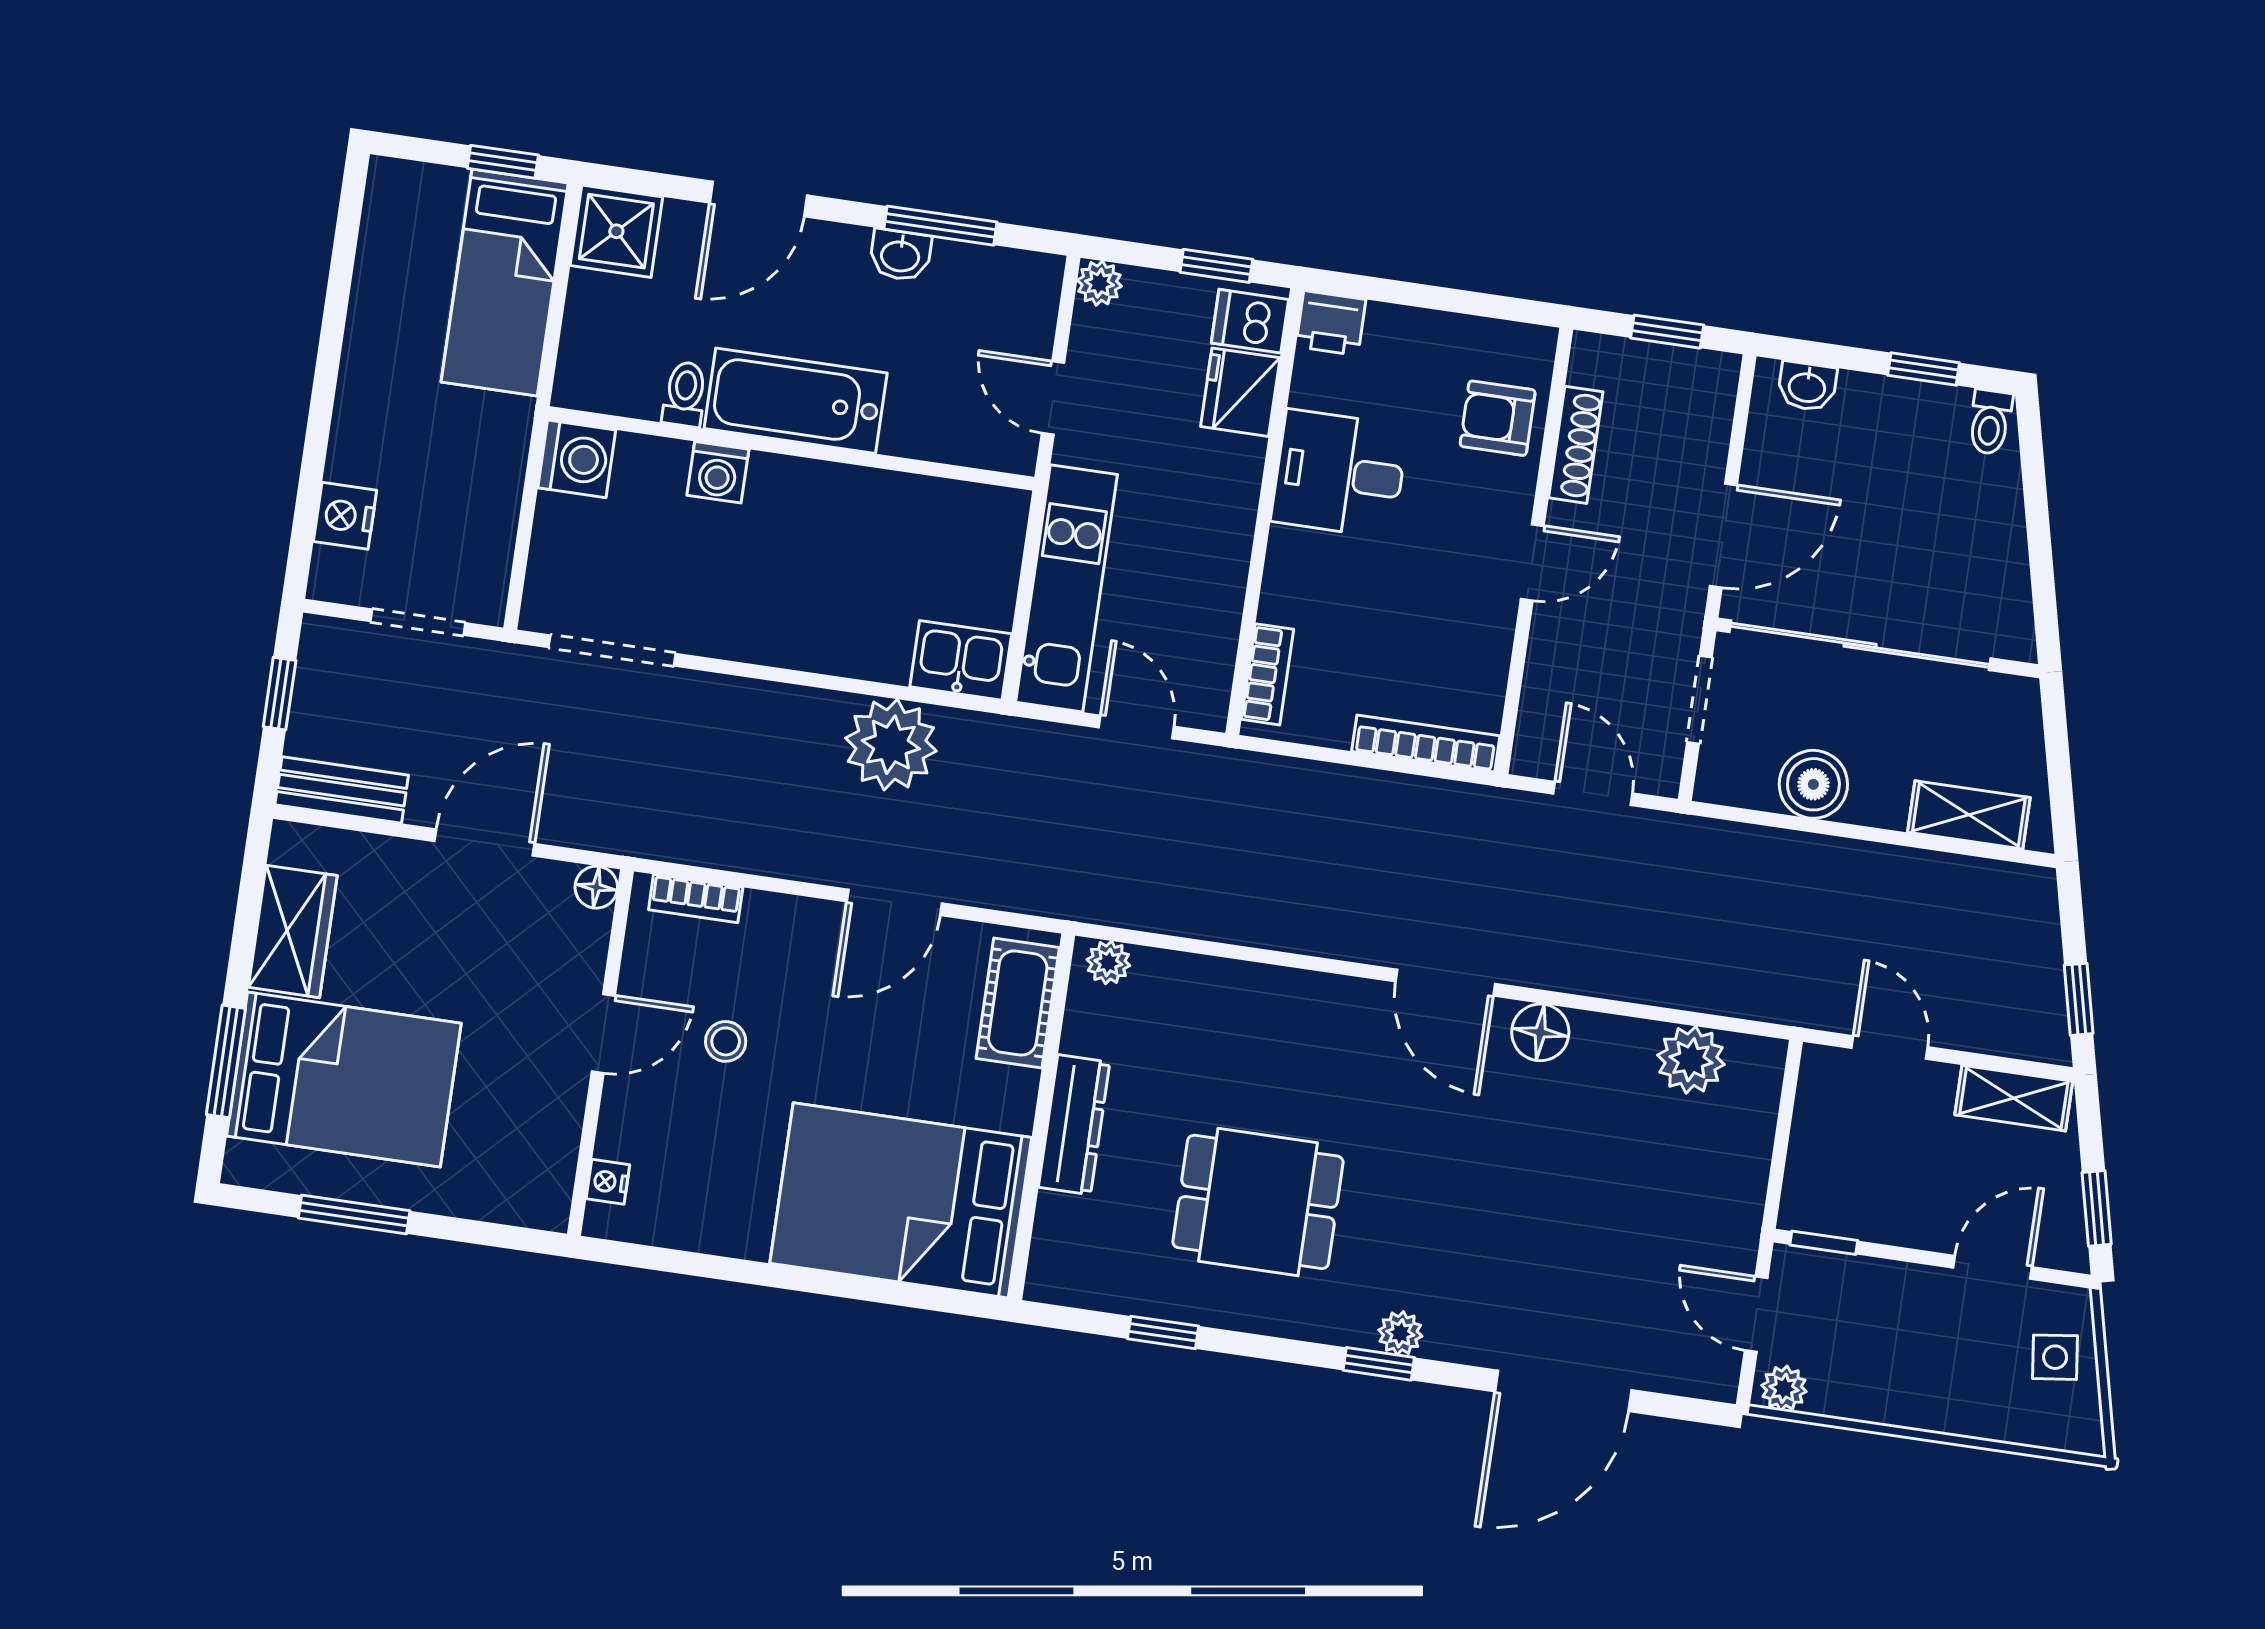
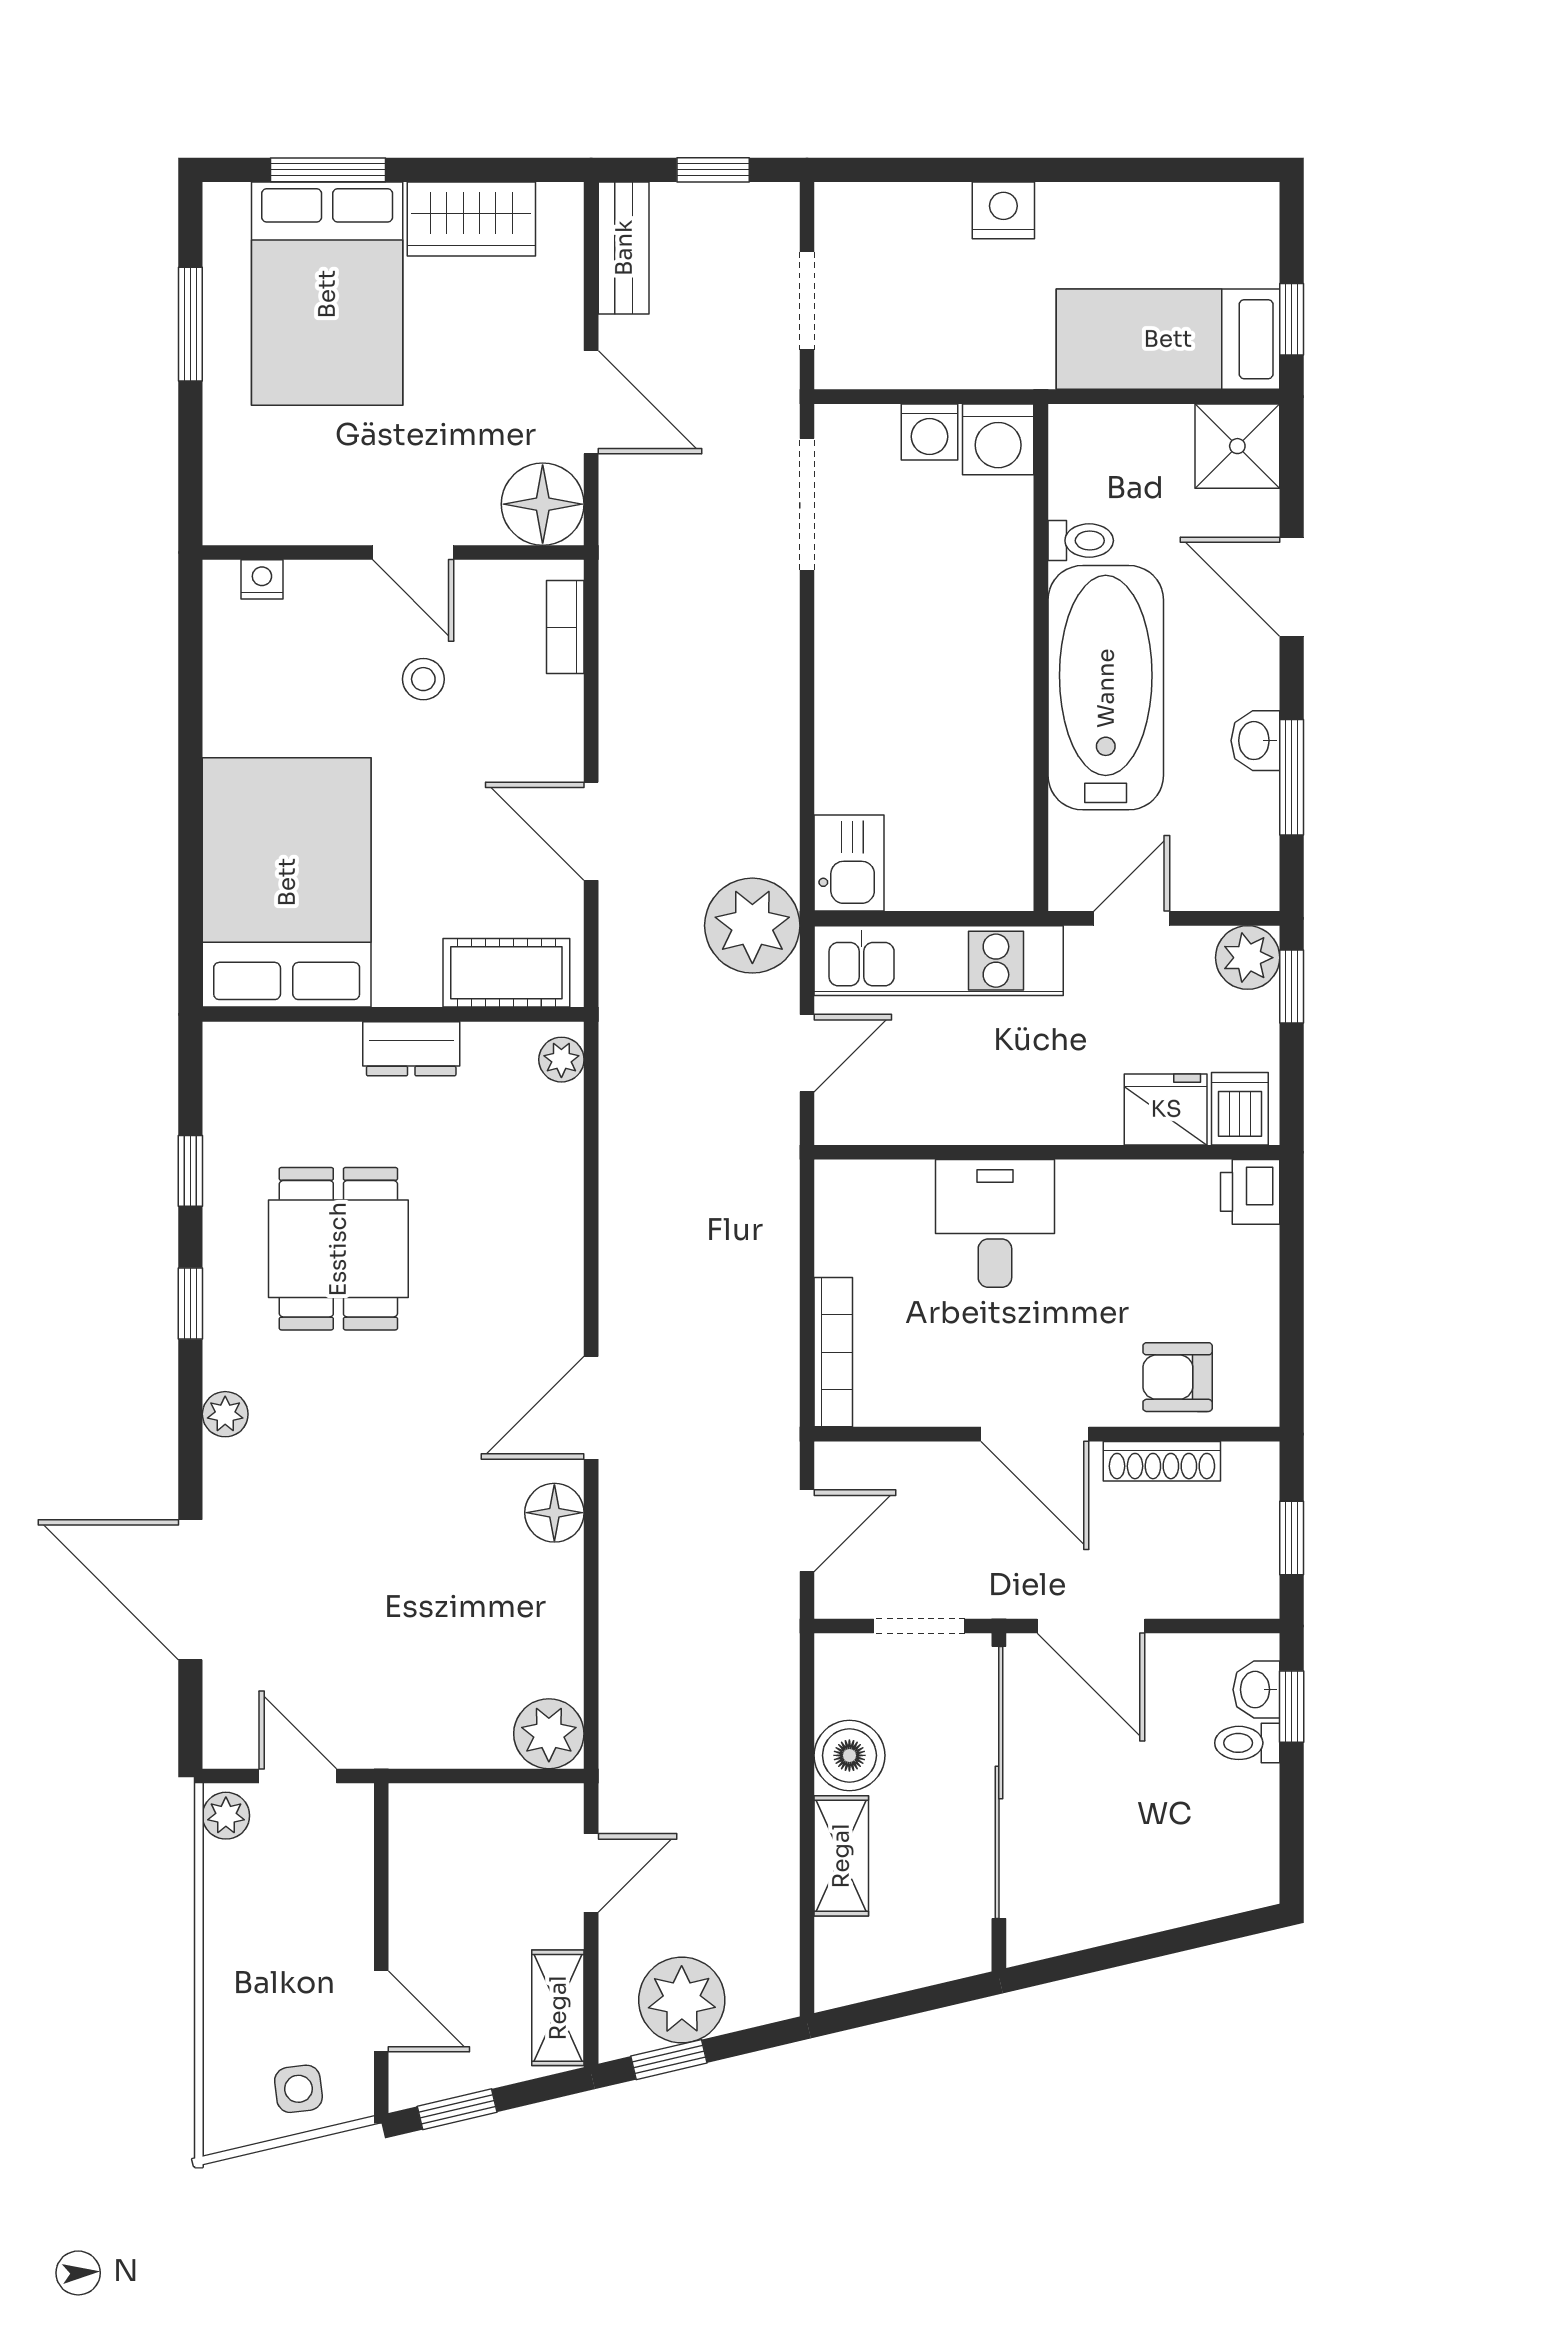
window: (1216, 266) -> (1292, 987), moved
plant: (1099, 283) -> (1248, 958), width x1.38, depth x1.38
window: (1924, 369) -> (1292, 1707), moved
bathtub: (796, 401) -> (1106, 688), width x1.36, depth x1.36
armchair: (1498, 418) -> (1178, 1377), turned -90
toilet: (1990, 422) -> (1247, 1743), moved
washing machine: (718, 472) -> (930, 432), moved, turned -90
desk: (1340, 474) -> (995, 1223), moved
nightstand: (345, 516) -> (1003, 210), moved
door: (1532, 562) -> (1035, 1434), width x1.38
bookcase: (1267, 674) -> (881, 1180), removed
plant: (891, 745) -> (752, 926), moved
shelving: (1969, 815) -> (841, 1856), moved
floor lamp: (596, 887) -> (543, 504), width x1.89, depth x1.89
plant: (2024, 979) -> (682, 2000), added
plant: (1691, 1060) -> (549, 1734), moved
dresser: (1074, 1125) -> (411, 1049), width x0.70
window: (1824, 1243) -> (381, 1835), removed
door: (1756, 1314) -> (298, 1776), hinge flipped
window: (1379, 1364) -> (190, 1303), moved

